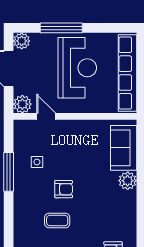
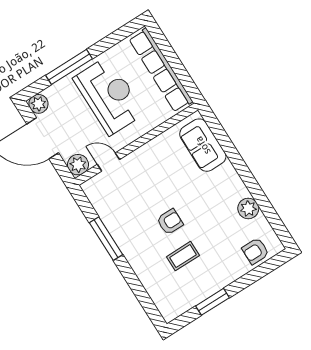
side table: (37, 162) -> (127, 212), removed
plant: (128, 181) -> (248, 208), moved

